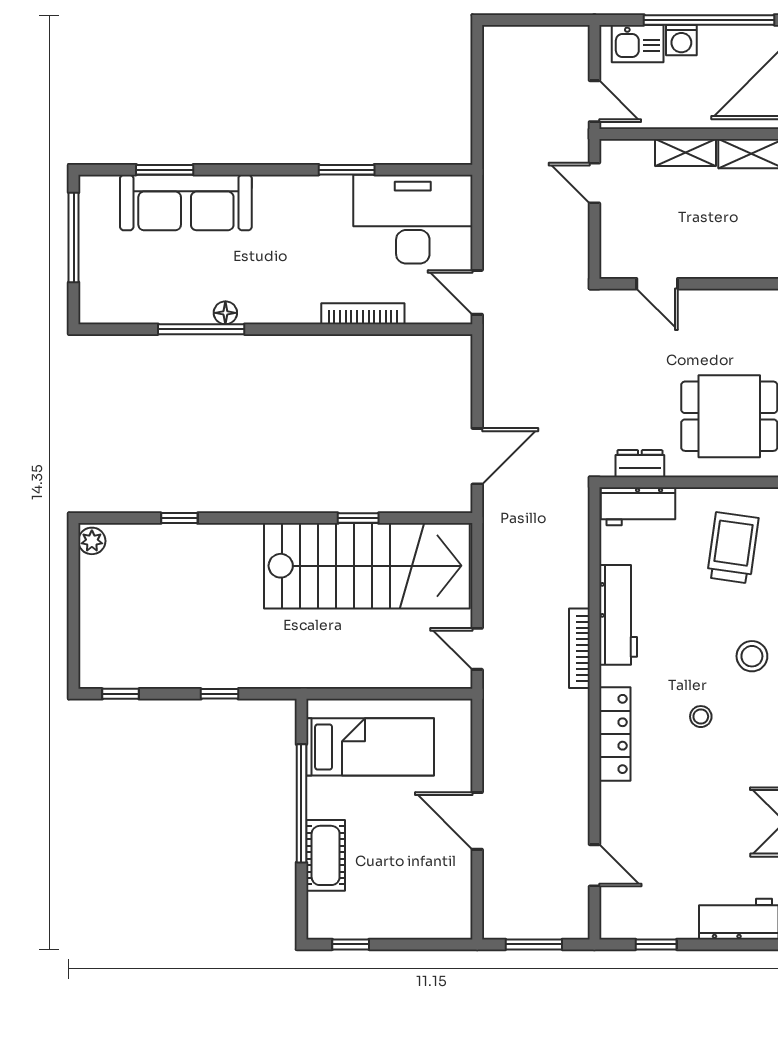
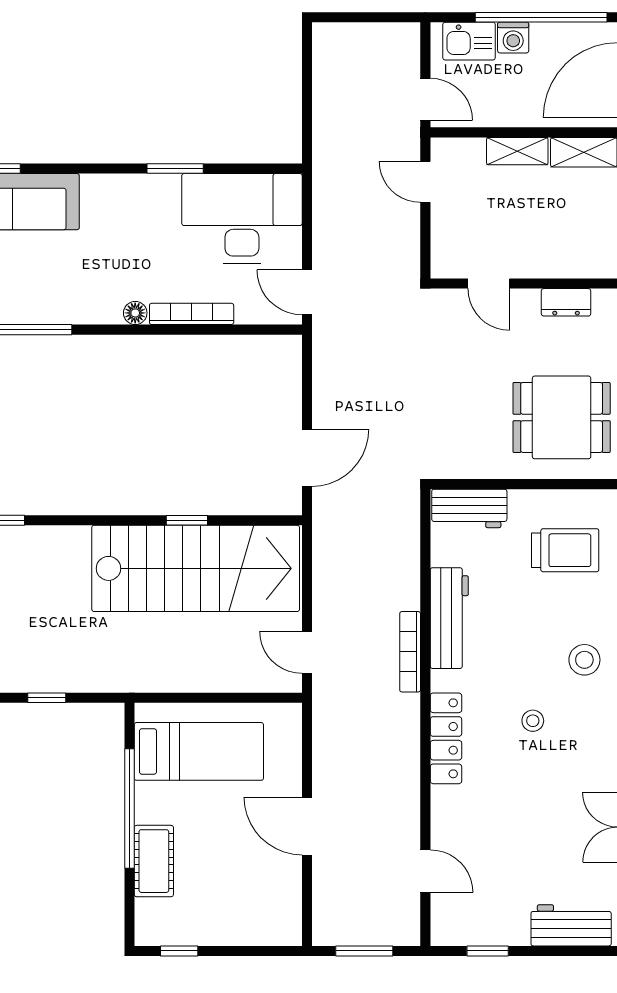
floor lamp: (225, 313) -> (135, 313), moved
dresser: (640, 464) -> (566, 302), moved, turned 180
trolley: (733, 548) -> (565, 550), turned 82

